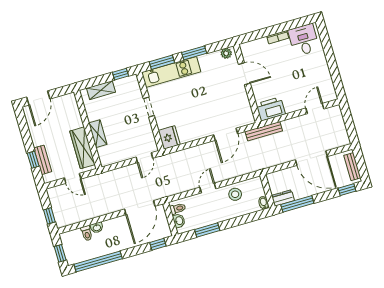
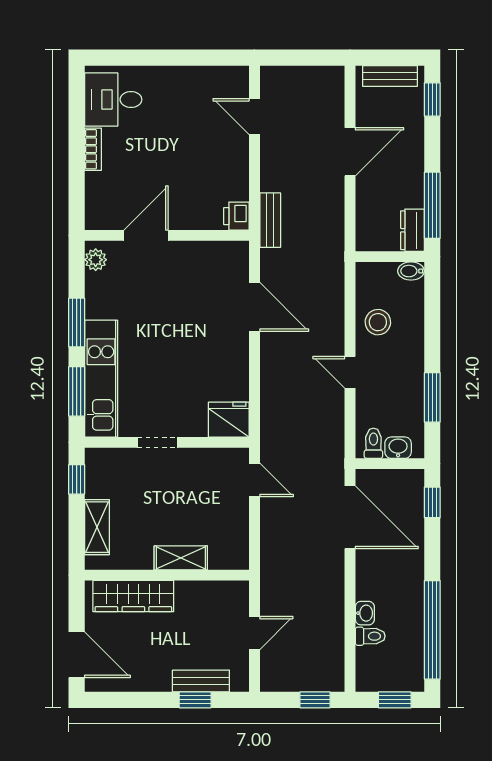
printer: (271, 109) -> (236, 216), width x0.53, depth x0.68
bench: (264, 131) -> (270, 220), width x0.73
wardrobe: (82, 148) -> (133, 596), moved
door: (311, 158) -> (350, 152), width x0.73

